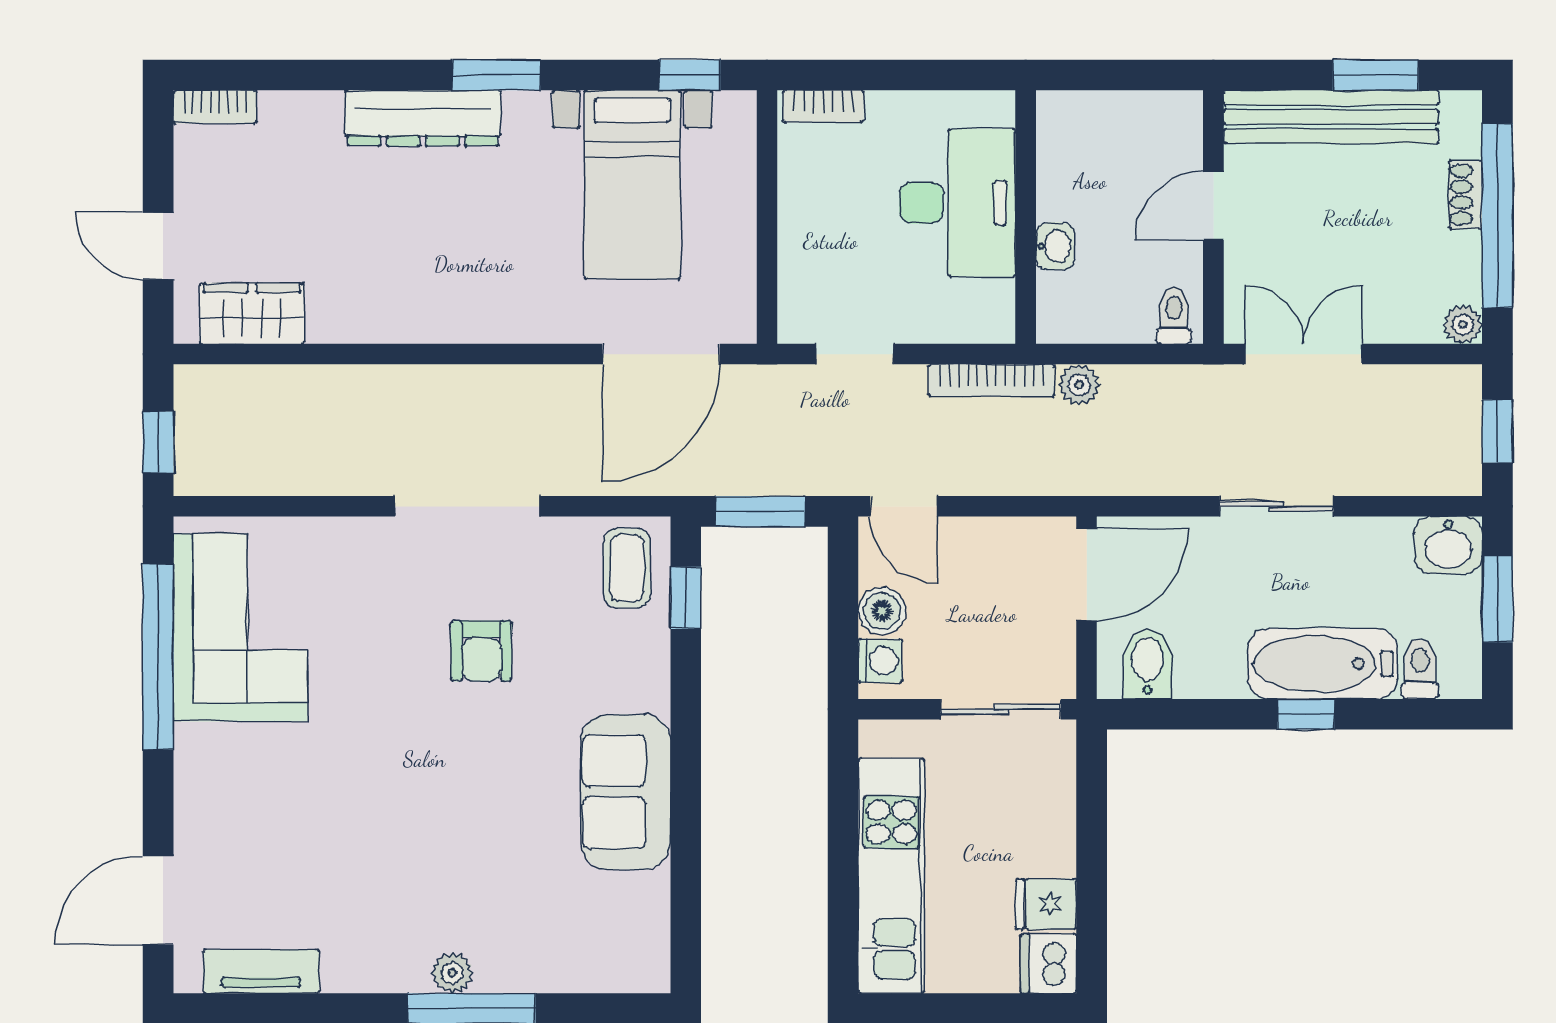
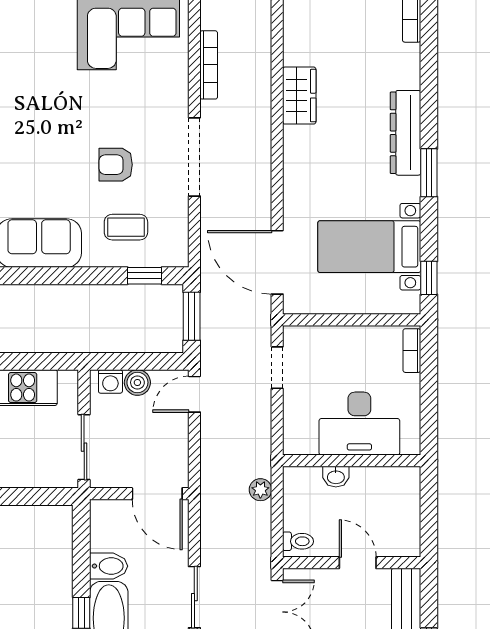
wardrobe: (252, 313) -> (299, 96), moved
bookcase: (991, 380) -> (209, 65), moved, turned 180
coffee table: (627, 568) -> (126, 227), moved
bidet: (1148, 664) -> (109, 566), moved

